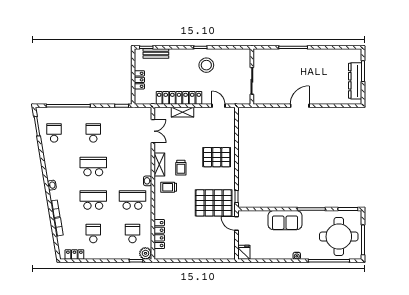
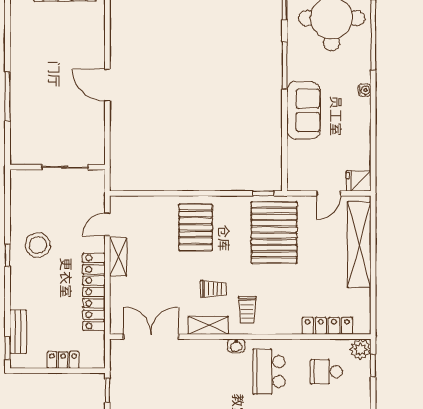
shelving: (183, 112) -> (118, 257), moved
double door: (153, 131) -> (151, 337), width x1.37
door: (236, 223) -> (329, 193), moved
shelving: (207, 253) -> (359, 245), added

